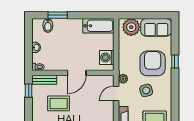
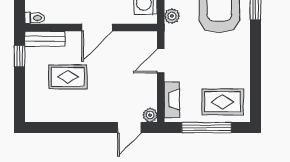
plant: (123, 79) -> (172, 16), moved
side table: (146, 90) -> (209, 56), removed

